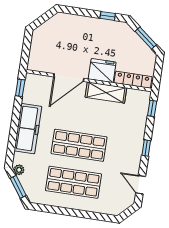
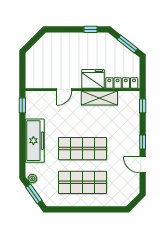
door: (69, 78) -> (64, 90), width x0.53
door: (141, 185) -> (143, 165), moved

